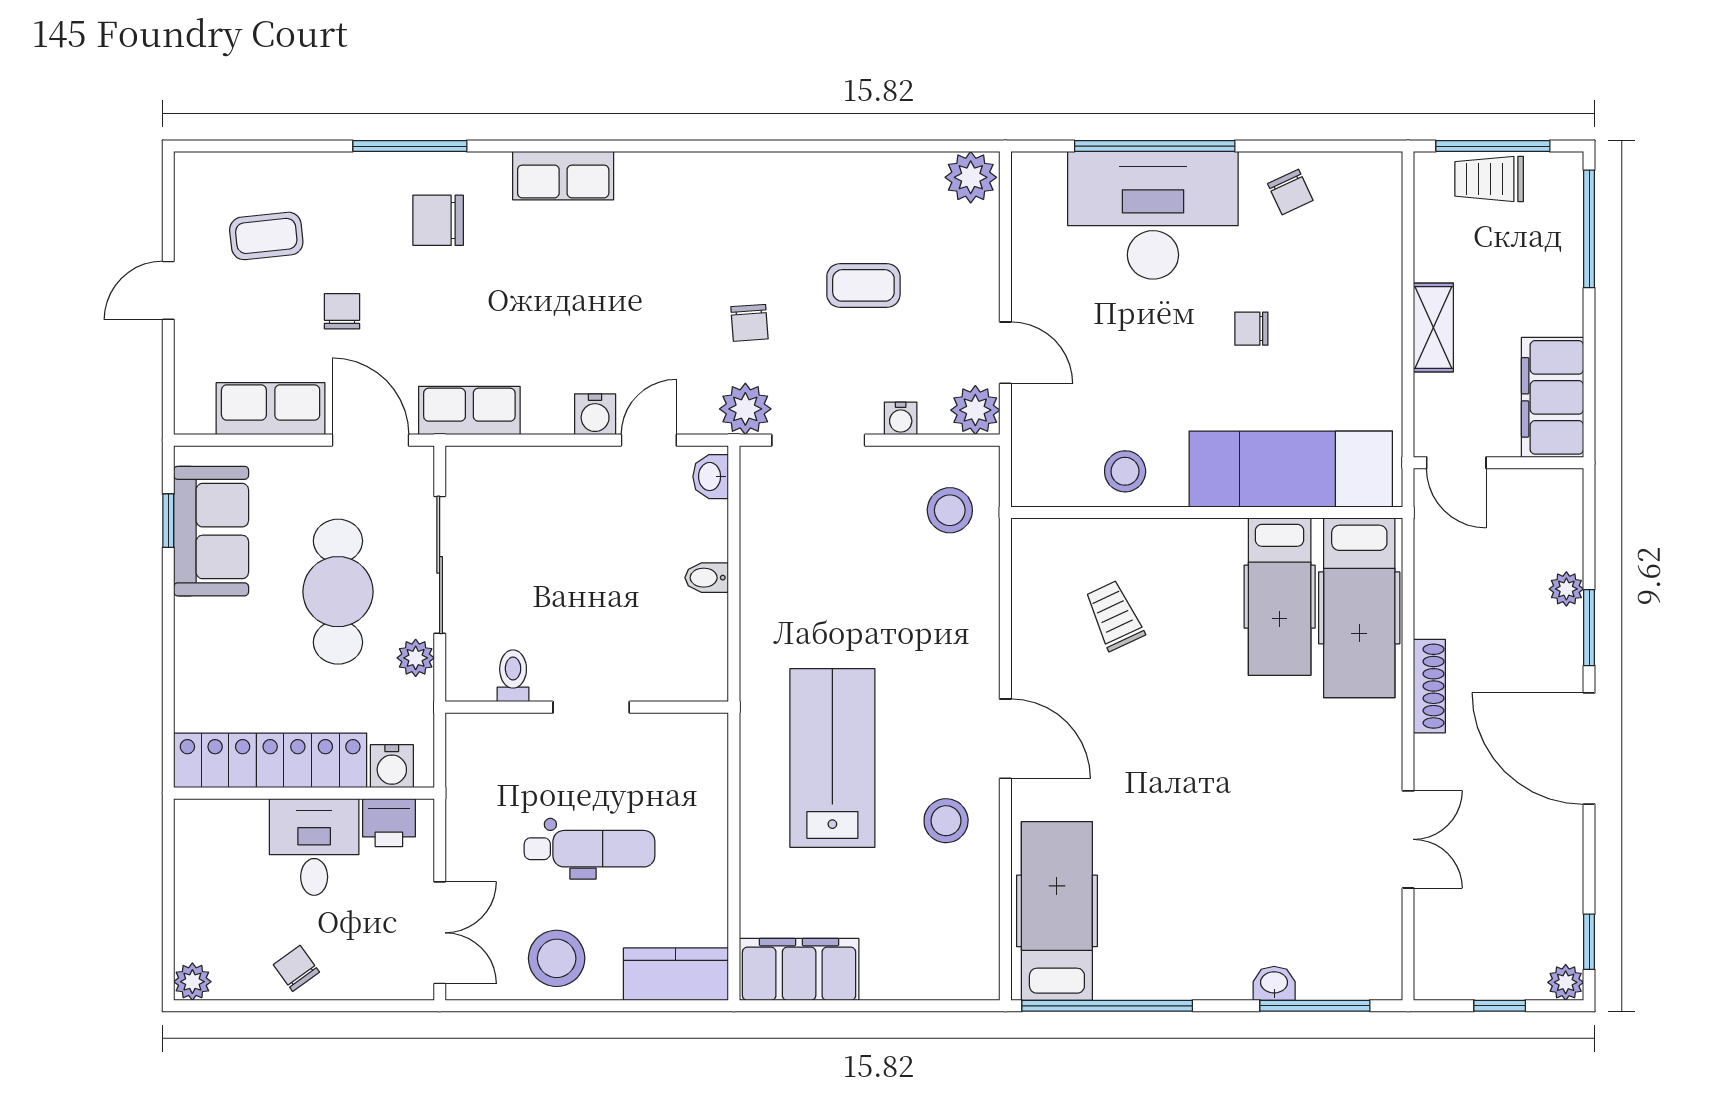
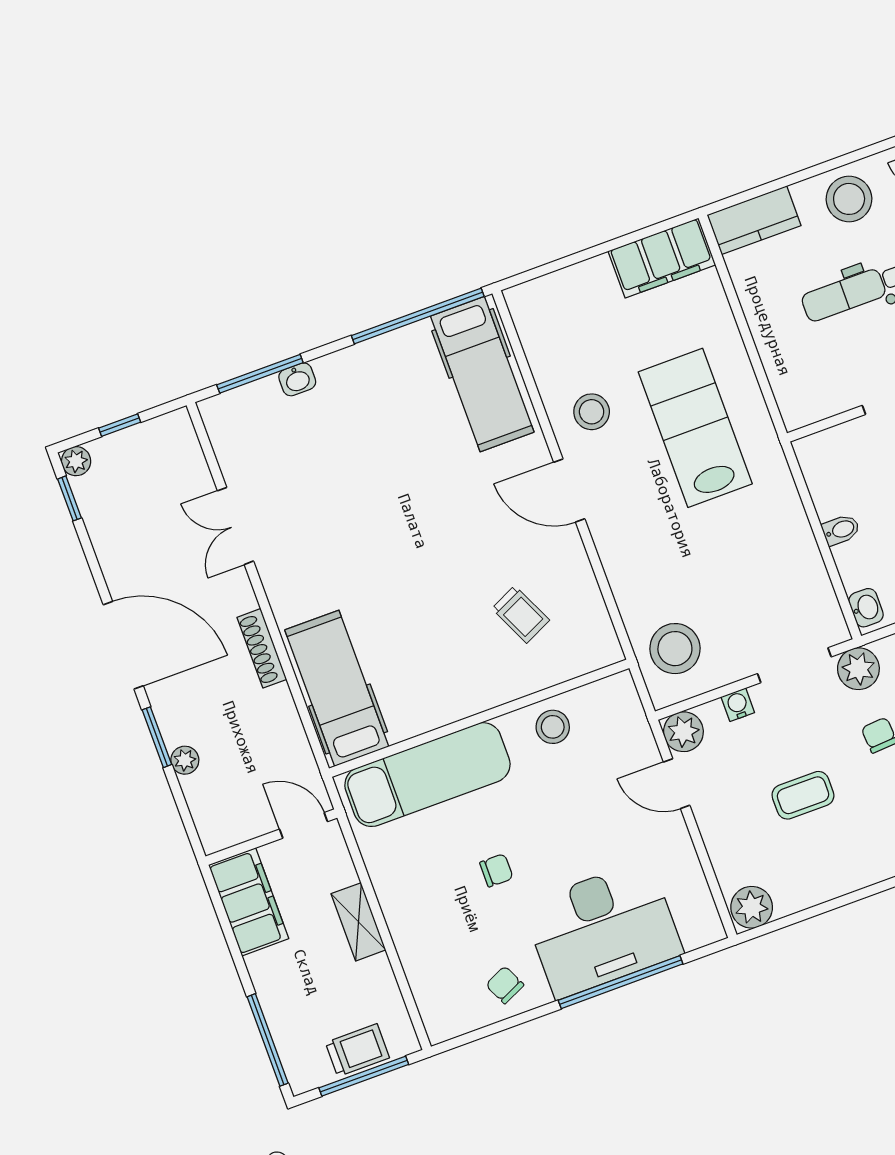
stool: (950, 510) -> (675, 649), width x1.38, depth x1.38
hospital bed: (1280, 597) -> (401, 675), removed
lab bench: (832, 758) -> (695, 428), turned 180

